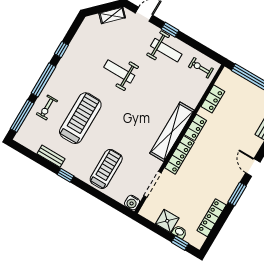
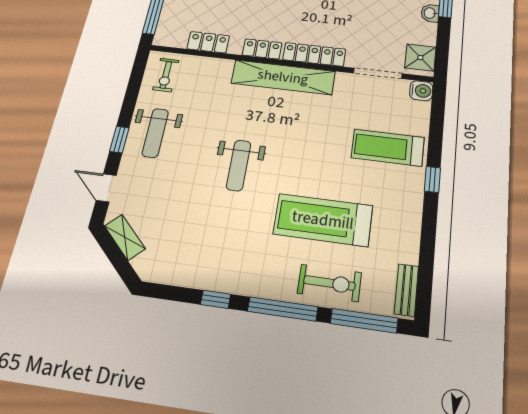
weight bench: (166, 50) -> (155, 133), turned 180
weight bench: (119, 71) -> (239, 165), moved
exercise bike: (47, 107) -> (329, 283), width x1.38, depth x1.39
bench: (51, 156) -> (406, 290), moved
window: (66, 175) -> (432, 179), moved
shower: (167, 221) -> (420, 58), moved

